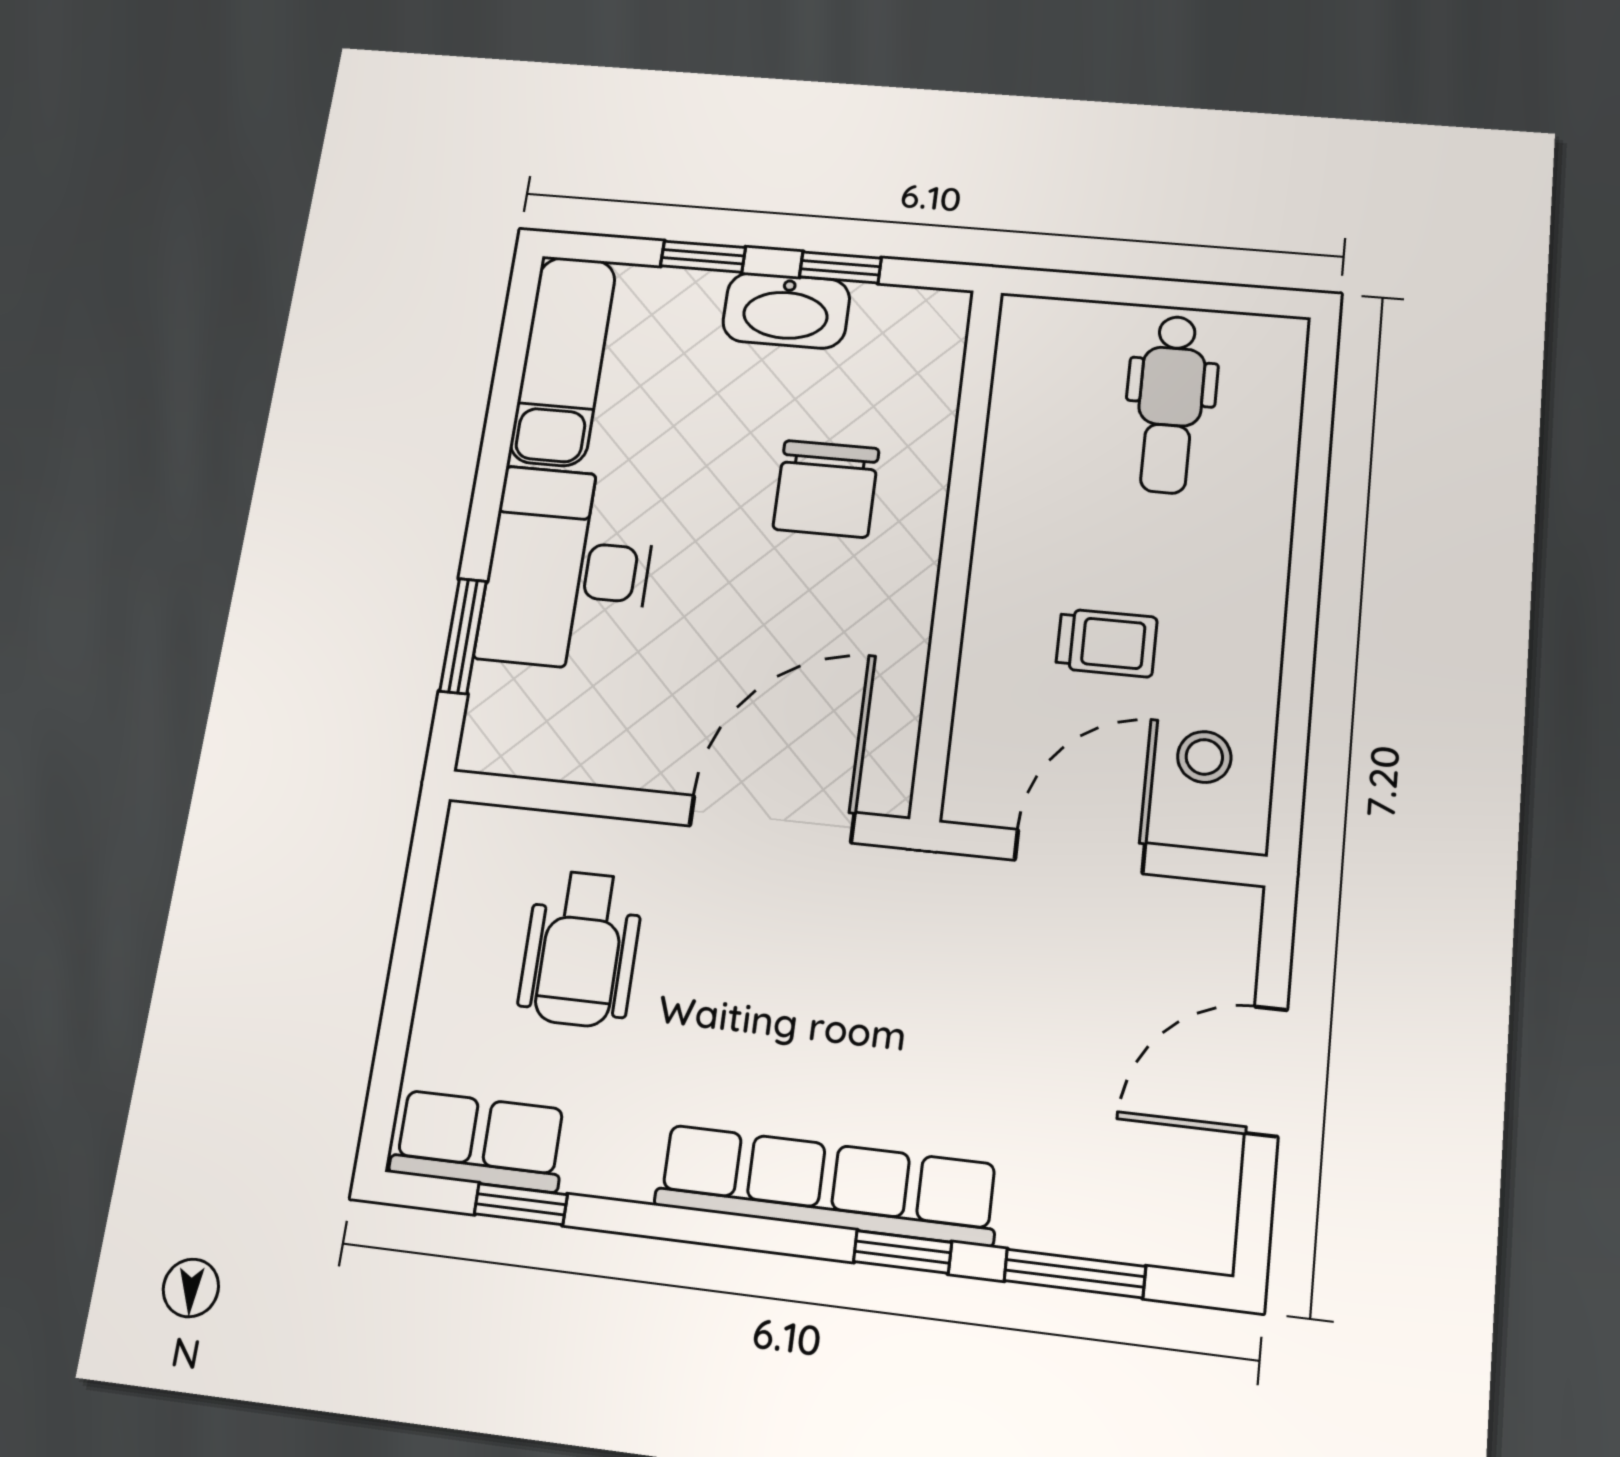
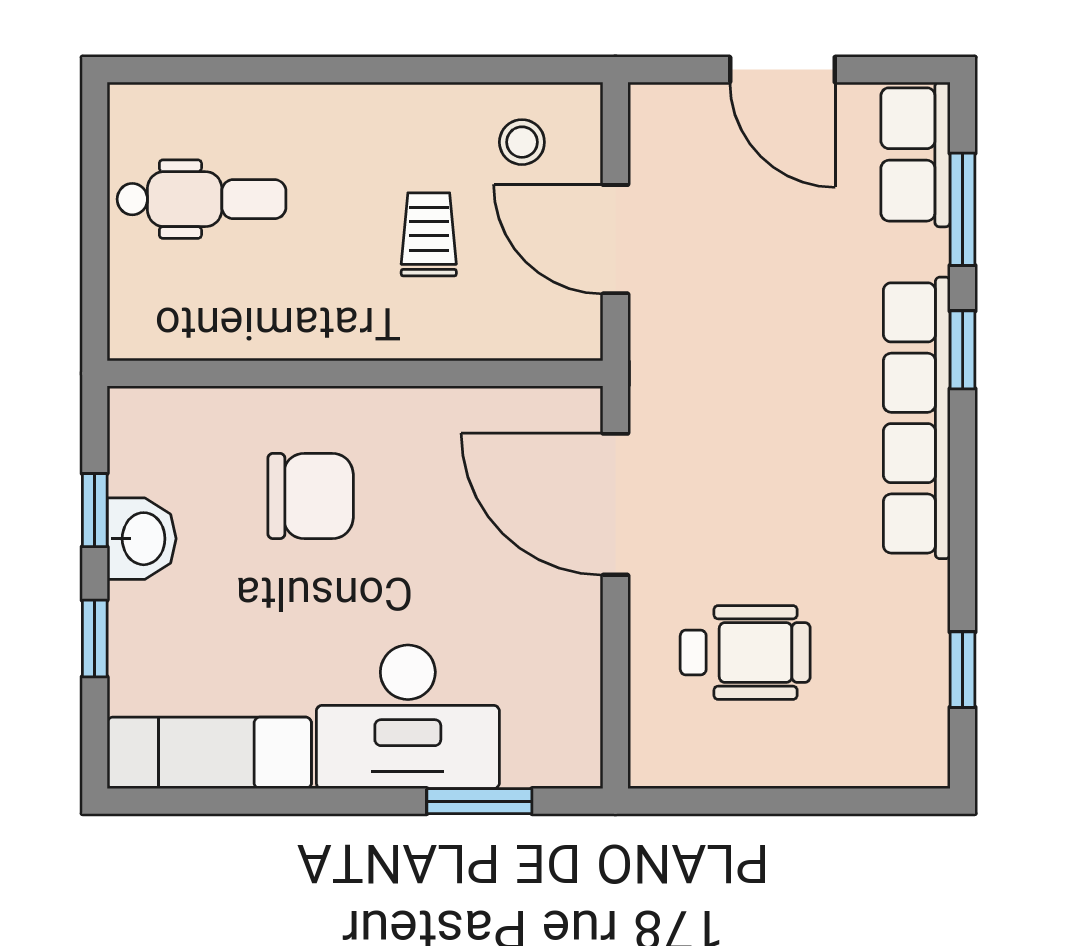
washbasin: (786, 310) -> (142, 539), width x0.72
row of seats: (479, 1141) -> (916, 154), moved

